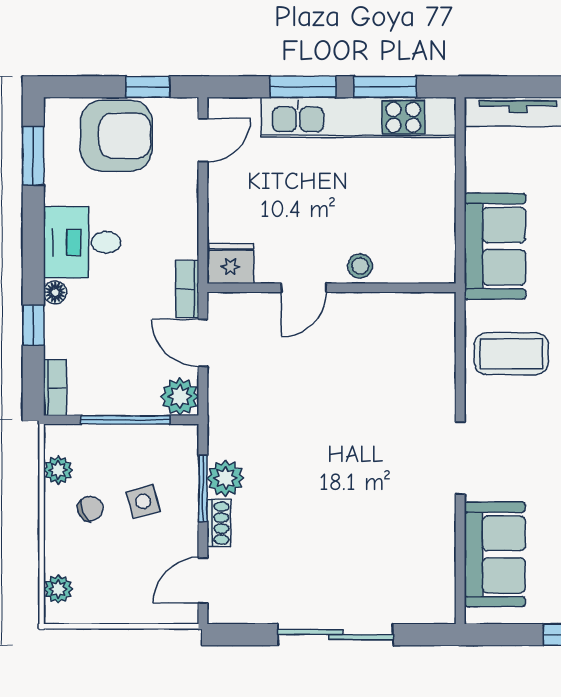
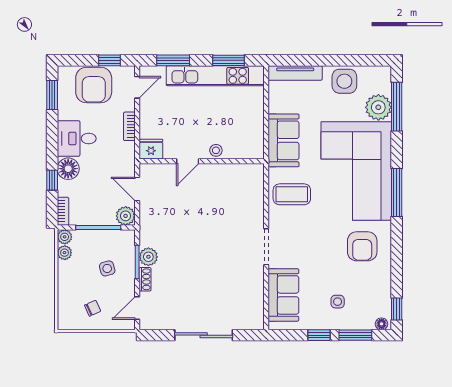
window: (303, 87) -> (173, 60), moved
armchair: (116, 136) -> (94, 85), turned 90
bookcase: (187, 289) -> (129, 126), moved
floor lamp: (55, 292) -> (68, 169), width x1.89, depth x1.89
chair: (90, 509) -> (93, 308), moved
plant: (58, 589) -> (65, 237), moved

